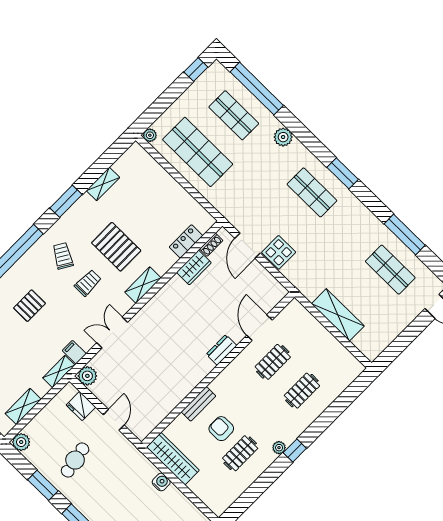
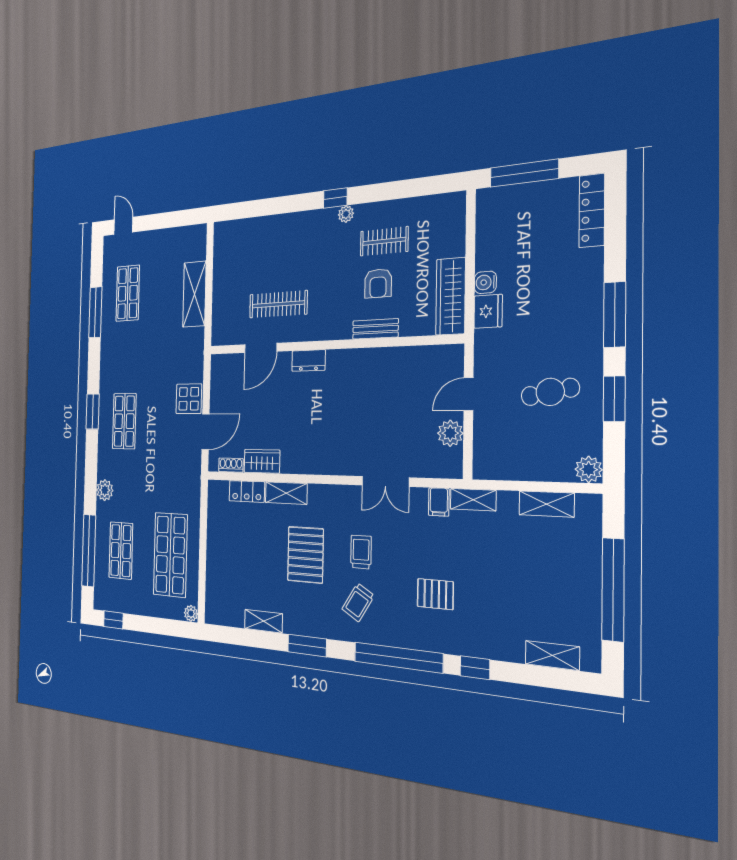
trolley: (88, 283) -> (361, 552), turned 90
shelving: (143, 285) -> (286, 493), moved
clothes rail: (273, 362) -> (278, 304), width x1.36
plant: (87, 376) -> (450, 433), moved
clothes rail: (302, 391) -> (279, 252), removed
fridge: (81, 406) -> (488, 311), moved

